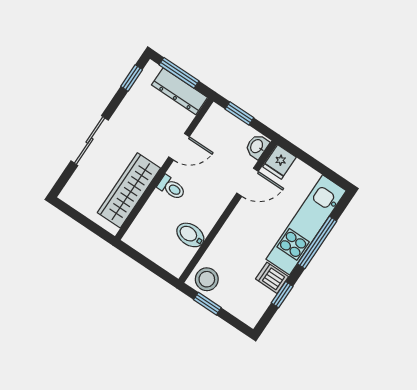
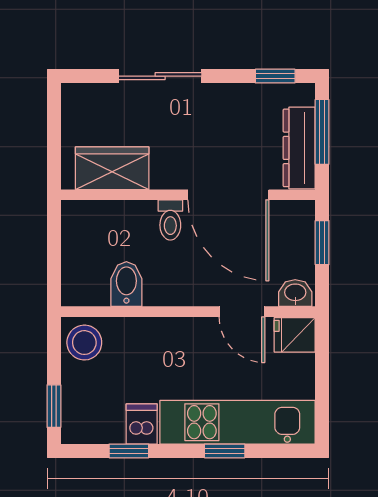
door: (179, 147) -> (228, 195), width x1.88
wardrobe: (129, 190) -> (112, 168), width x0.67
window: (317, 243) -> (225, 451), width x0.46
window: (207, 304) -> (54, 406), moved

